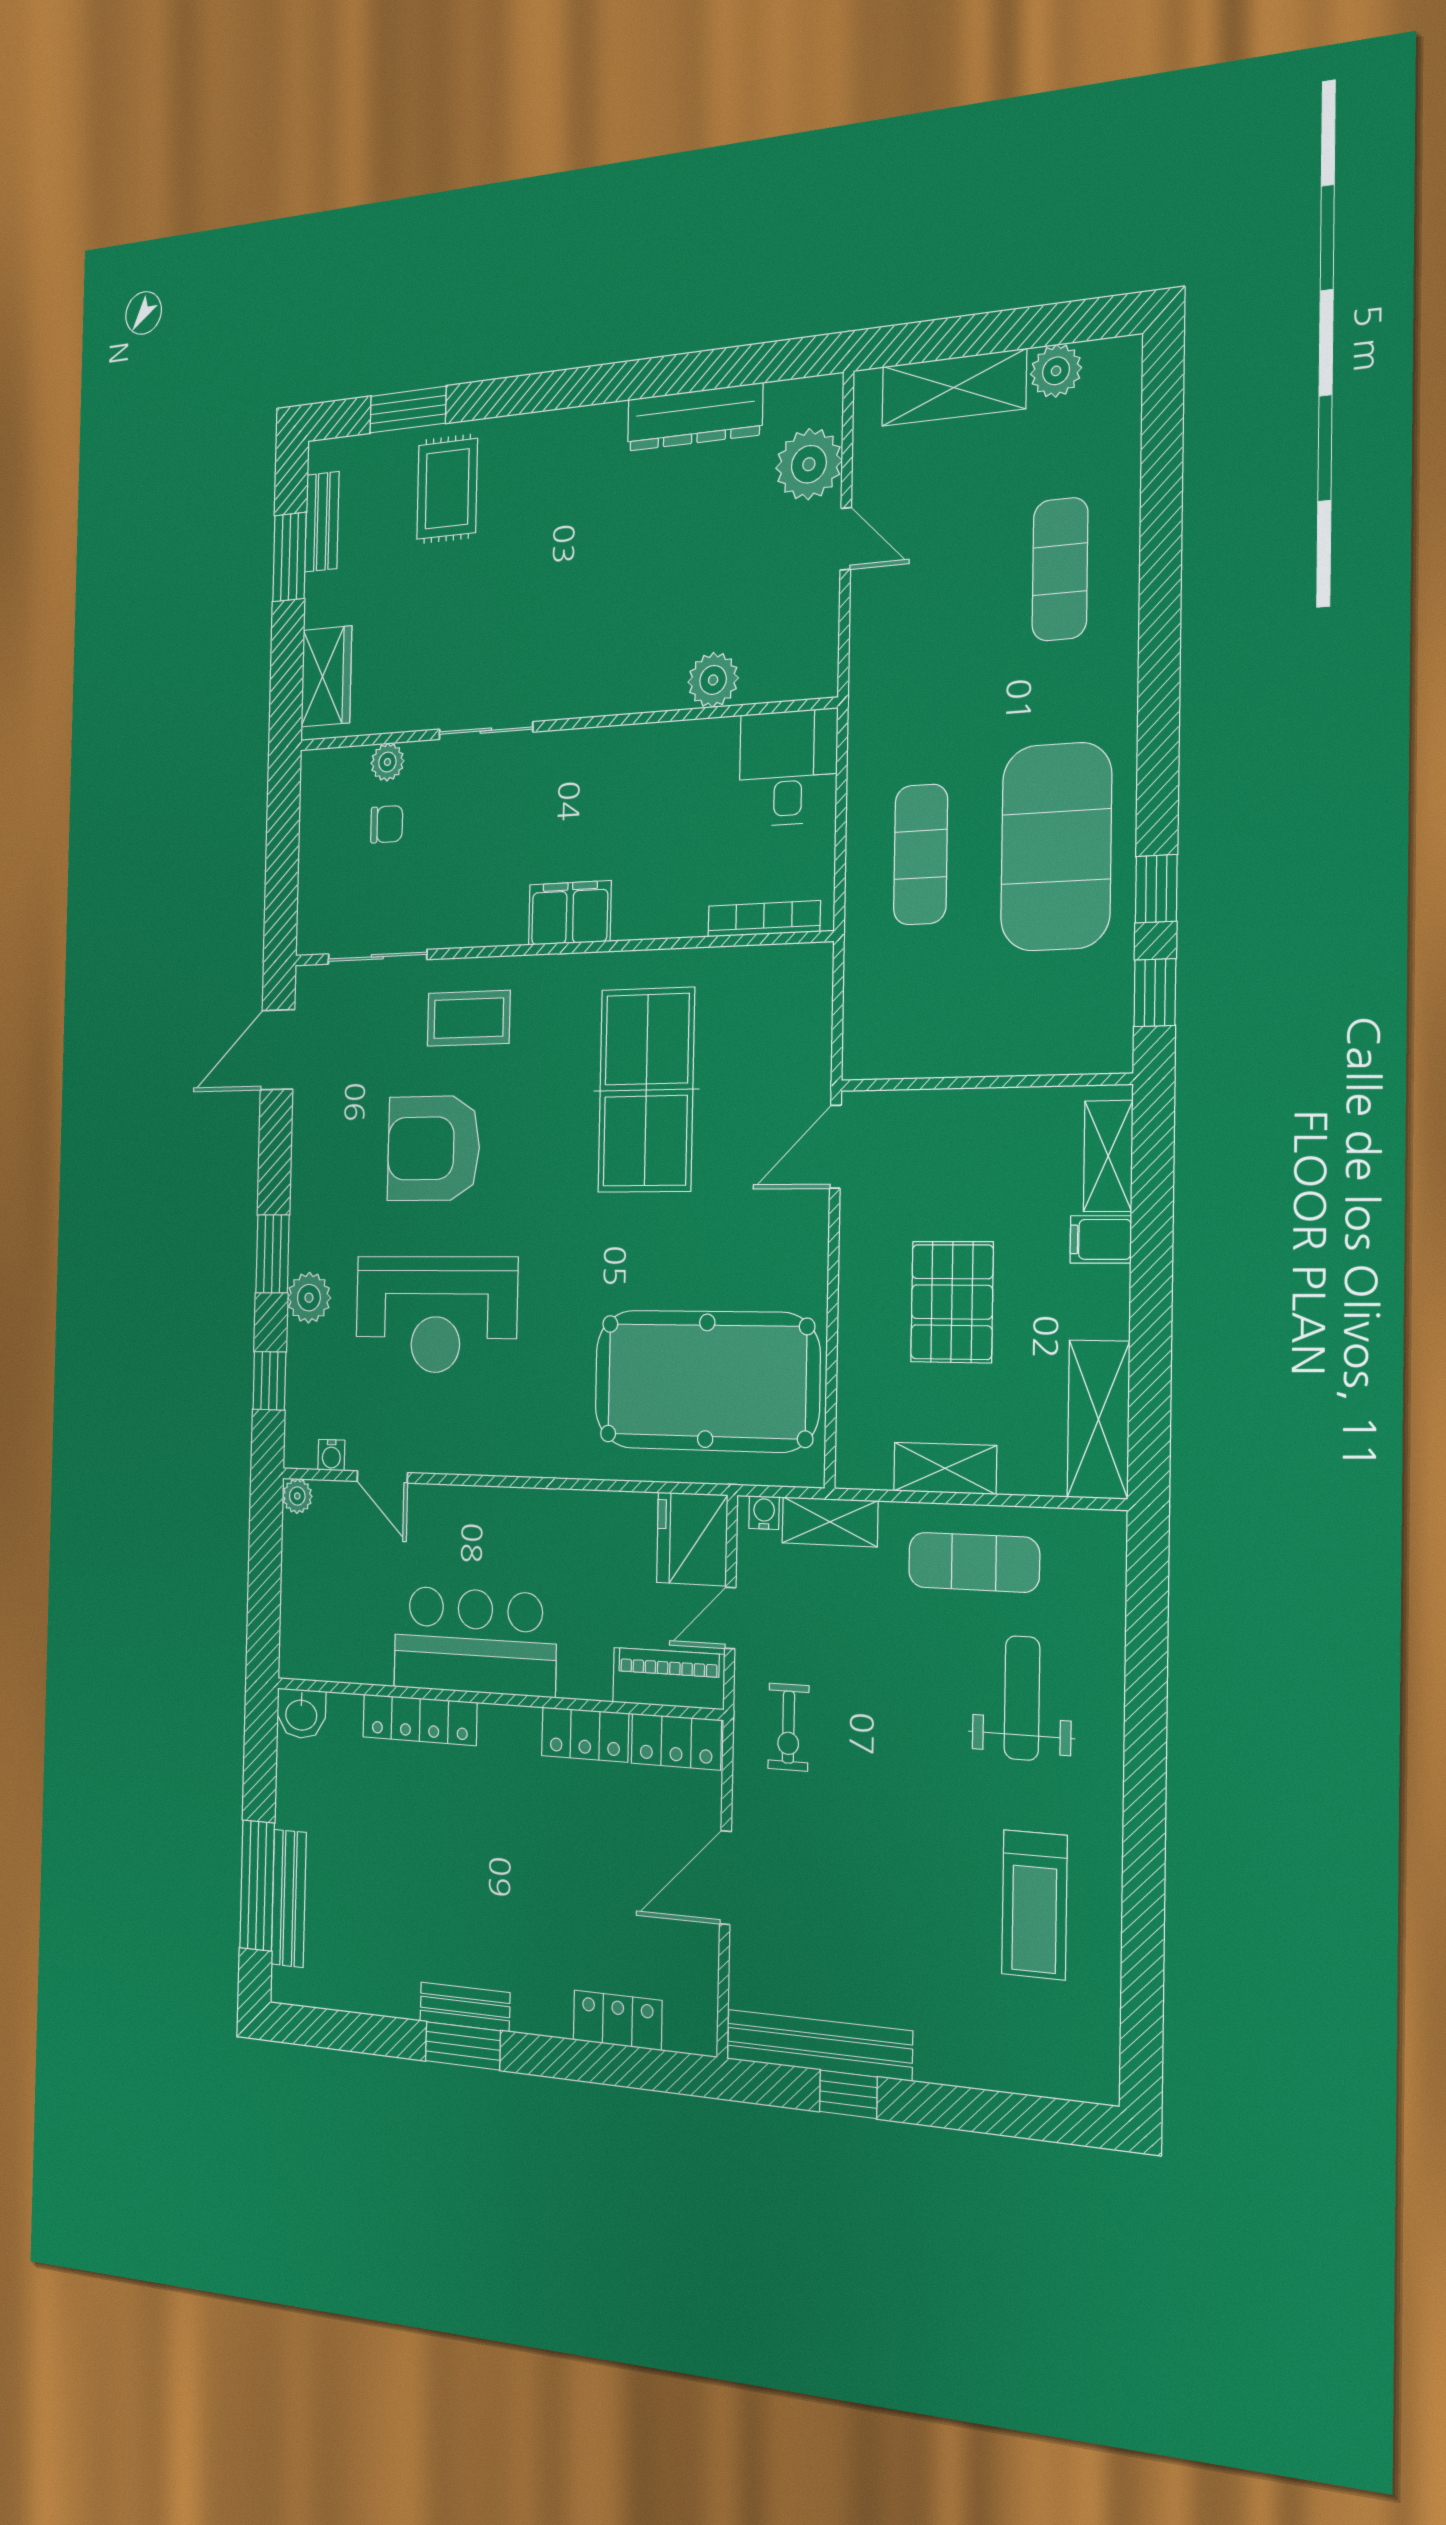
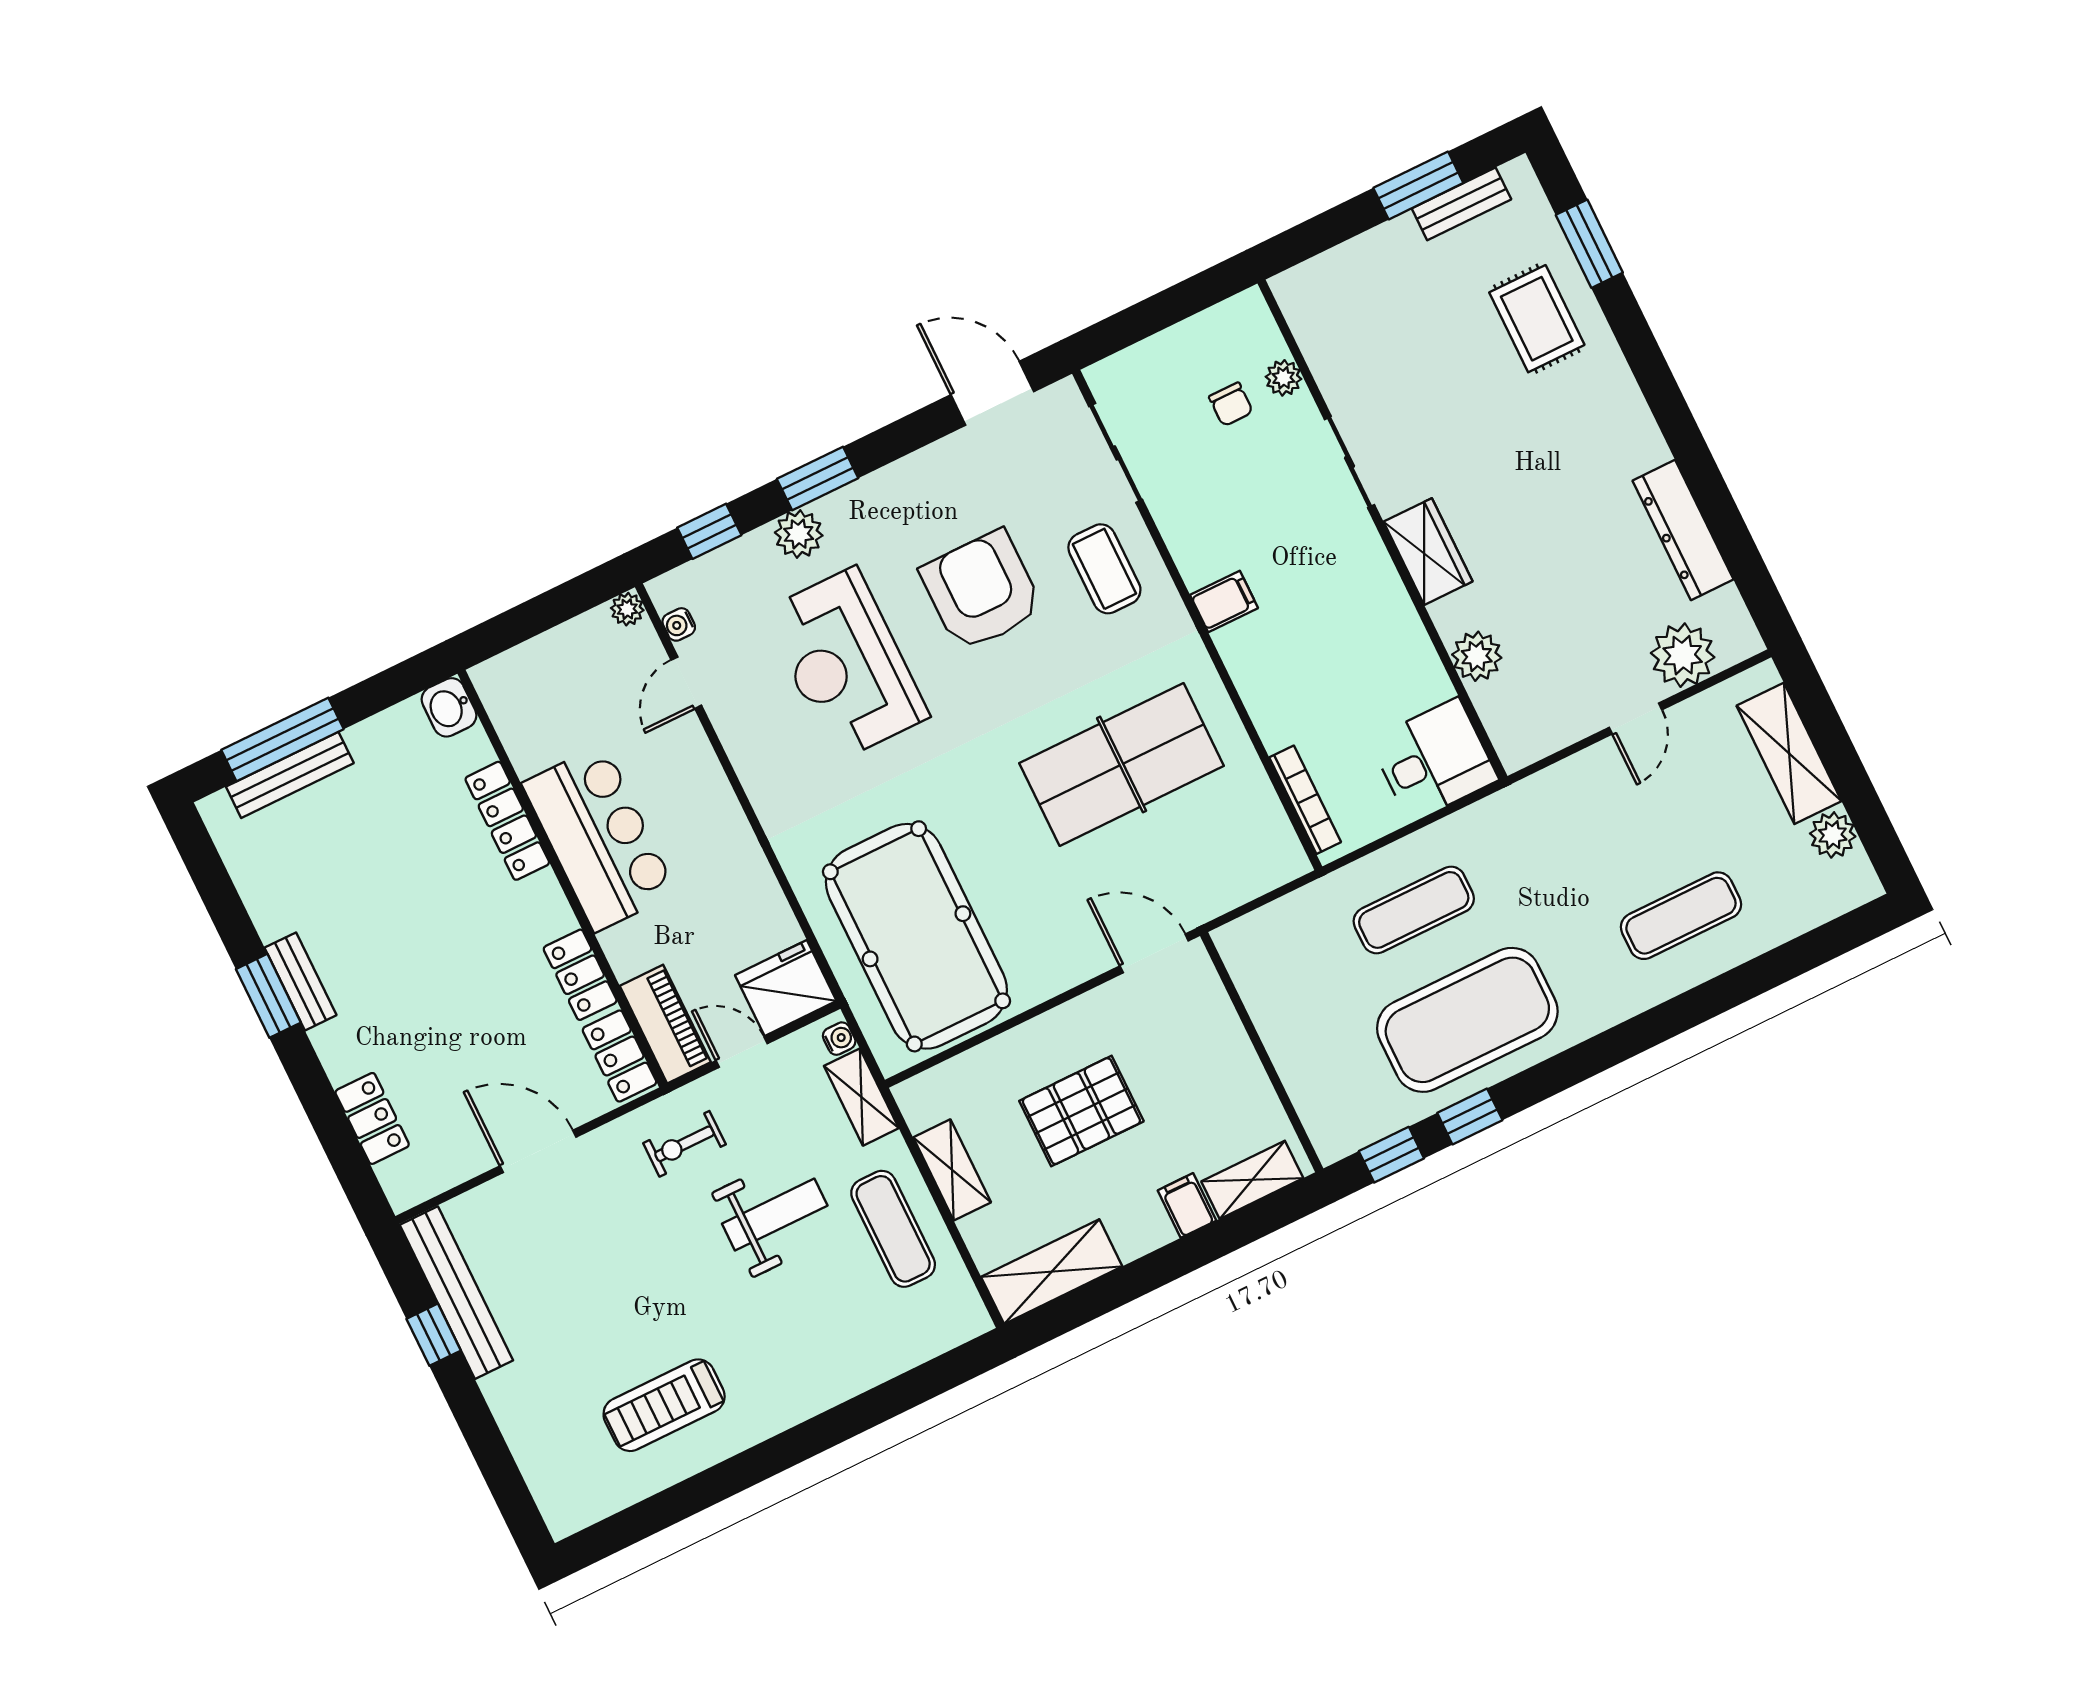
rug: (447, 489) -> (1537, 319), turned 90
wardrobe: (326, 676) -> (1428, 552), moved, turned -90
filing cabinet: (570, 913) -> (1224, 602), width x0.50
weight bench: (1022, 1698) -> (775, 1215), moved

